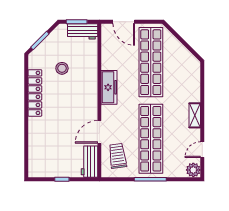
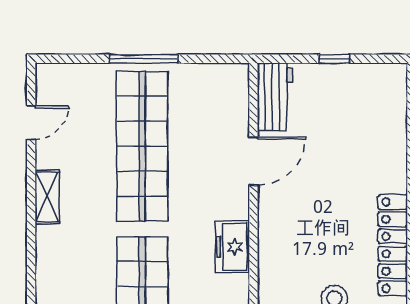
freezer: (109, 87) -> (232, 247), width x0.71
trolley: (118, 156) -> (214, 109), removed
plant: (193, 170) -> (51, 79), removed

